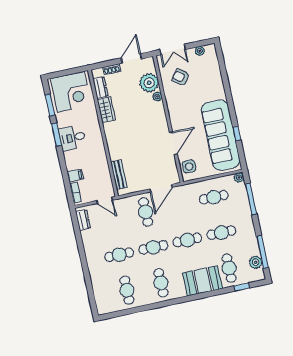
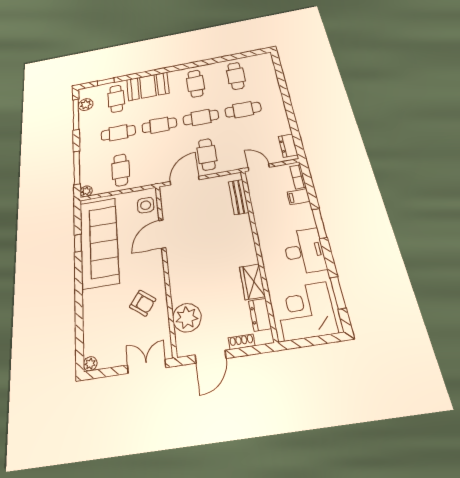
plant: (200, 51) -> (90, 364), moved
armchair: (181, 77) -> (143, 303), moved
plant: (157, 97) -> (177, 297), removed
window: (56, 135) -> (319, 223), moved
desk: (72, 138) -> (304, 251), width x1.37
cafe table: (214, 197) -> (121, 170), turned 90

